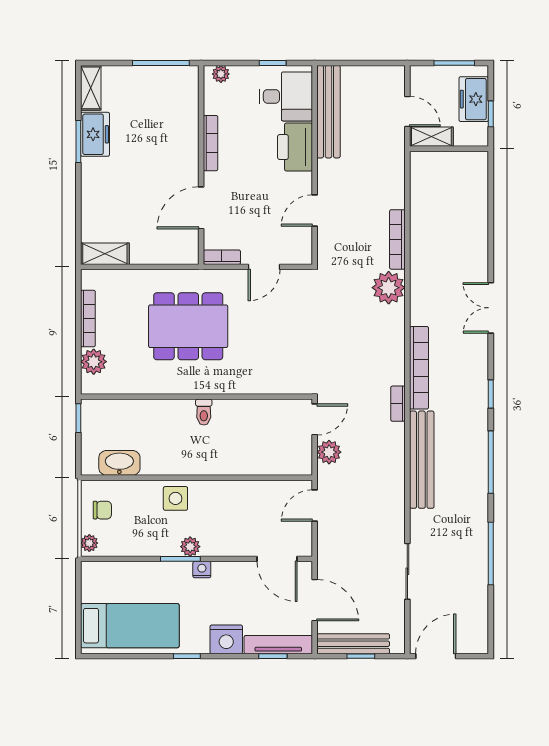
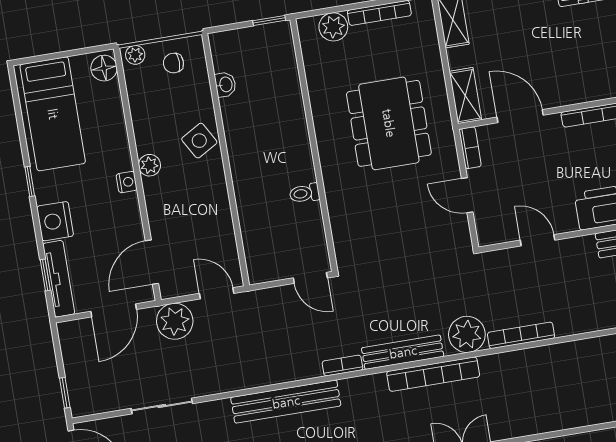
shelving: (175, 254) -> (465, 96), added
bookcase: (419, 368) -> (433, 374), moved
toilet: (204, 412) -> (305, 193), moved
plant: (329, 452) -> (175, 321), moved, width x1.36, depth x1.36
washbasin: (119, 463) -> (225, 85), width x0.52, depth x0.69
side table: (175, 498) -> (199, 141), turned -30
chair: (102, 510) -> (173, 63), turned 90
window: (180, 559) -> (134, 157), removed
floor lamp: (96, 573) -> (104, 68), added
bench: (353, 644) -> (403, 352), moved, turned 90
window: (361, 656) -> (65, 393), moved

